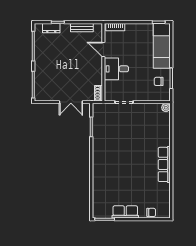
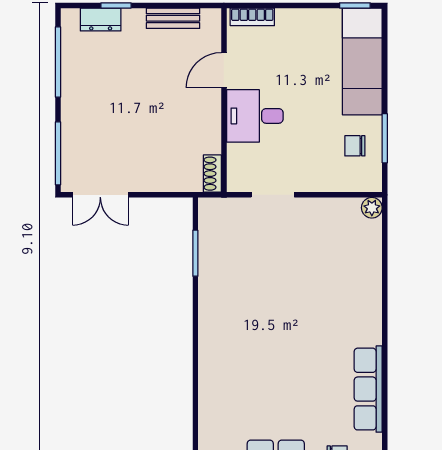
door: (103, 50) -> (224, 70), hinge flipped
double door: (71, 102) -> (100, 195), moved
row of seats: (164, 164) -> (368, 389), moved

